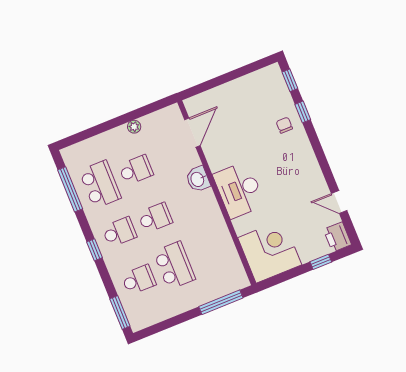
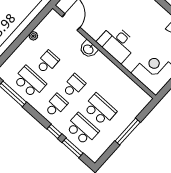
window: (95, 250) -> (54, 131), moved
school desk: (139, 280) -> (82, 129), width x1.85
window: (221, 302) -> (128, 132), moved
window: (120, 312) -> (73, 148), moved

